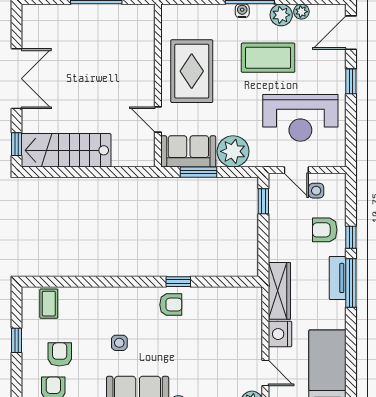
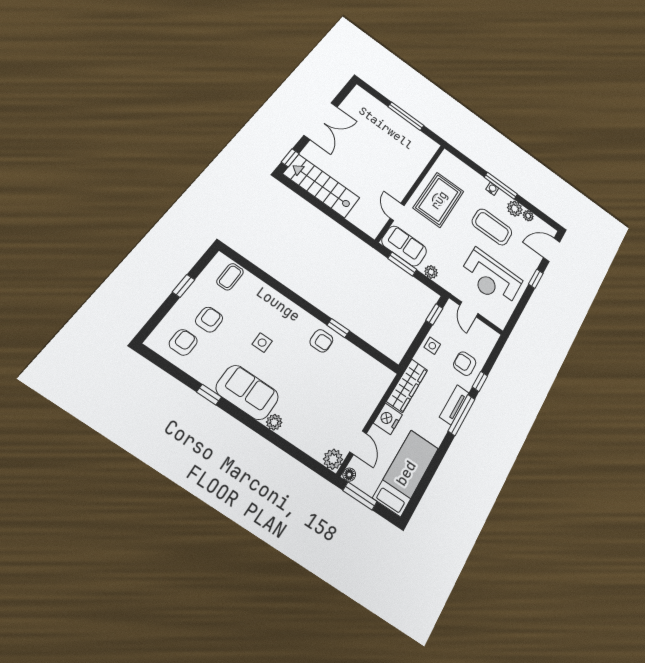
plant: (233, 151) -> (431, 272), width x0.53, depth x0.53
side table: (316, 191) -> (432, 346), moved

